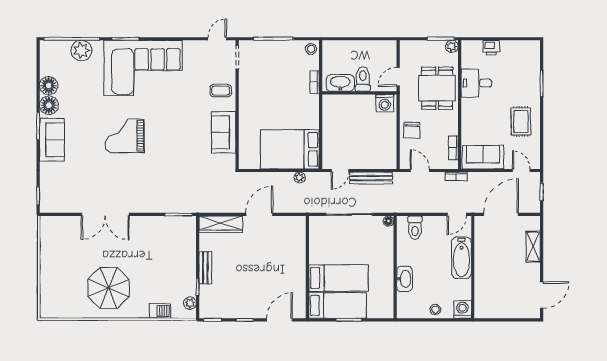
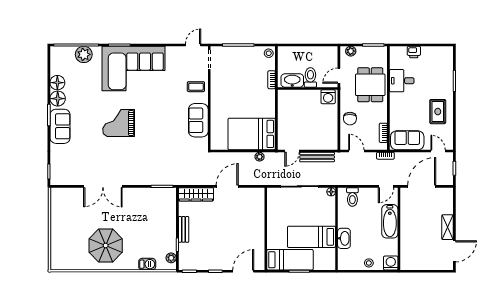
plant: (452, 46) -> (351, 51), moved
shelving: (533, 247) -> (448, 227), moved
bed: (338, 278) -> (311, 237), moved, turned 180

